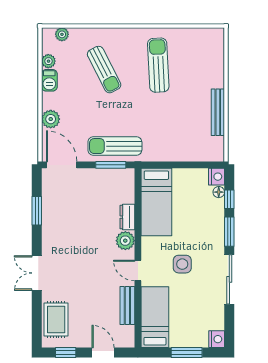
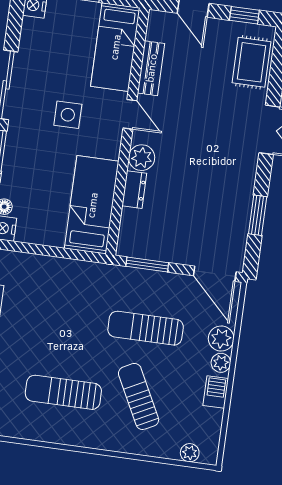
plant: (48, 61) -> (221, 363), moved
sun lounger: (158, 65) -> (63, 392), turned 93
sun lounger: (115, 146) -> (146, 328), moved, turned 180

